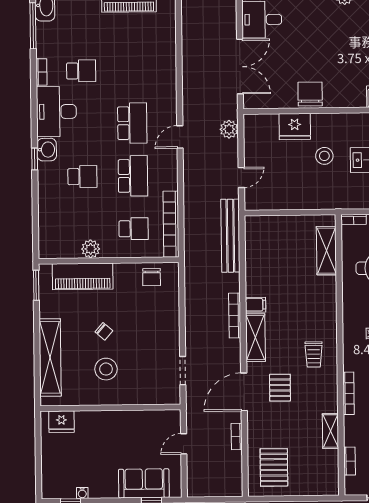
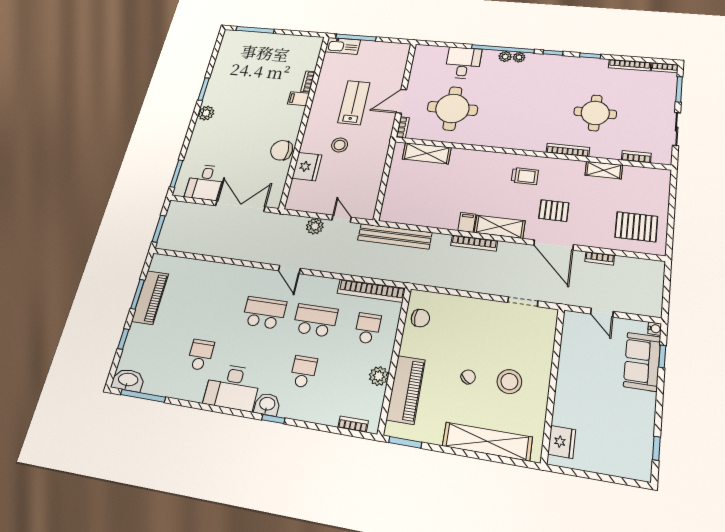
bookcase: (41, 72) -> (353, 424), moved
plant: (229, 129) -> (315, 226), moved
water cooler: (82, 493) -> (655, 329), moved

